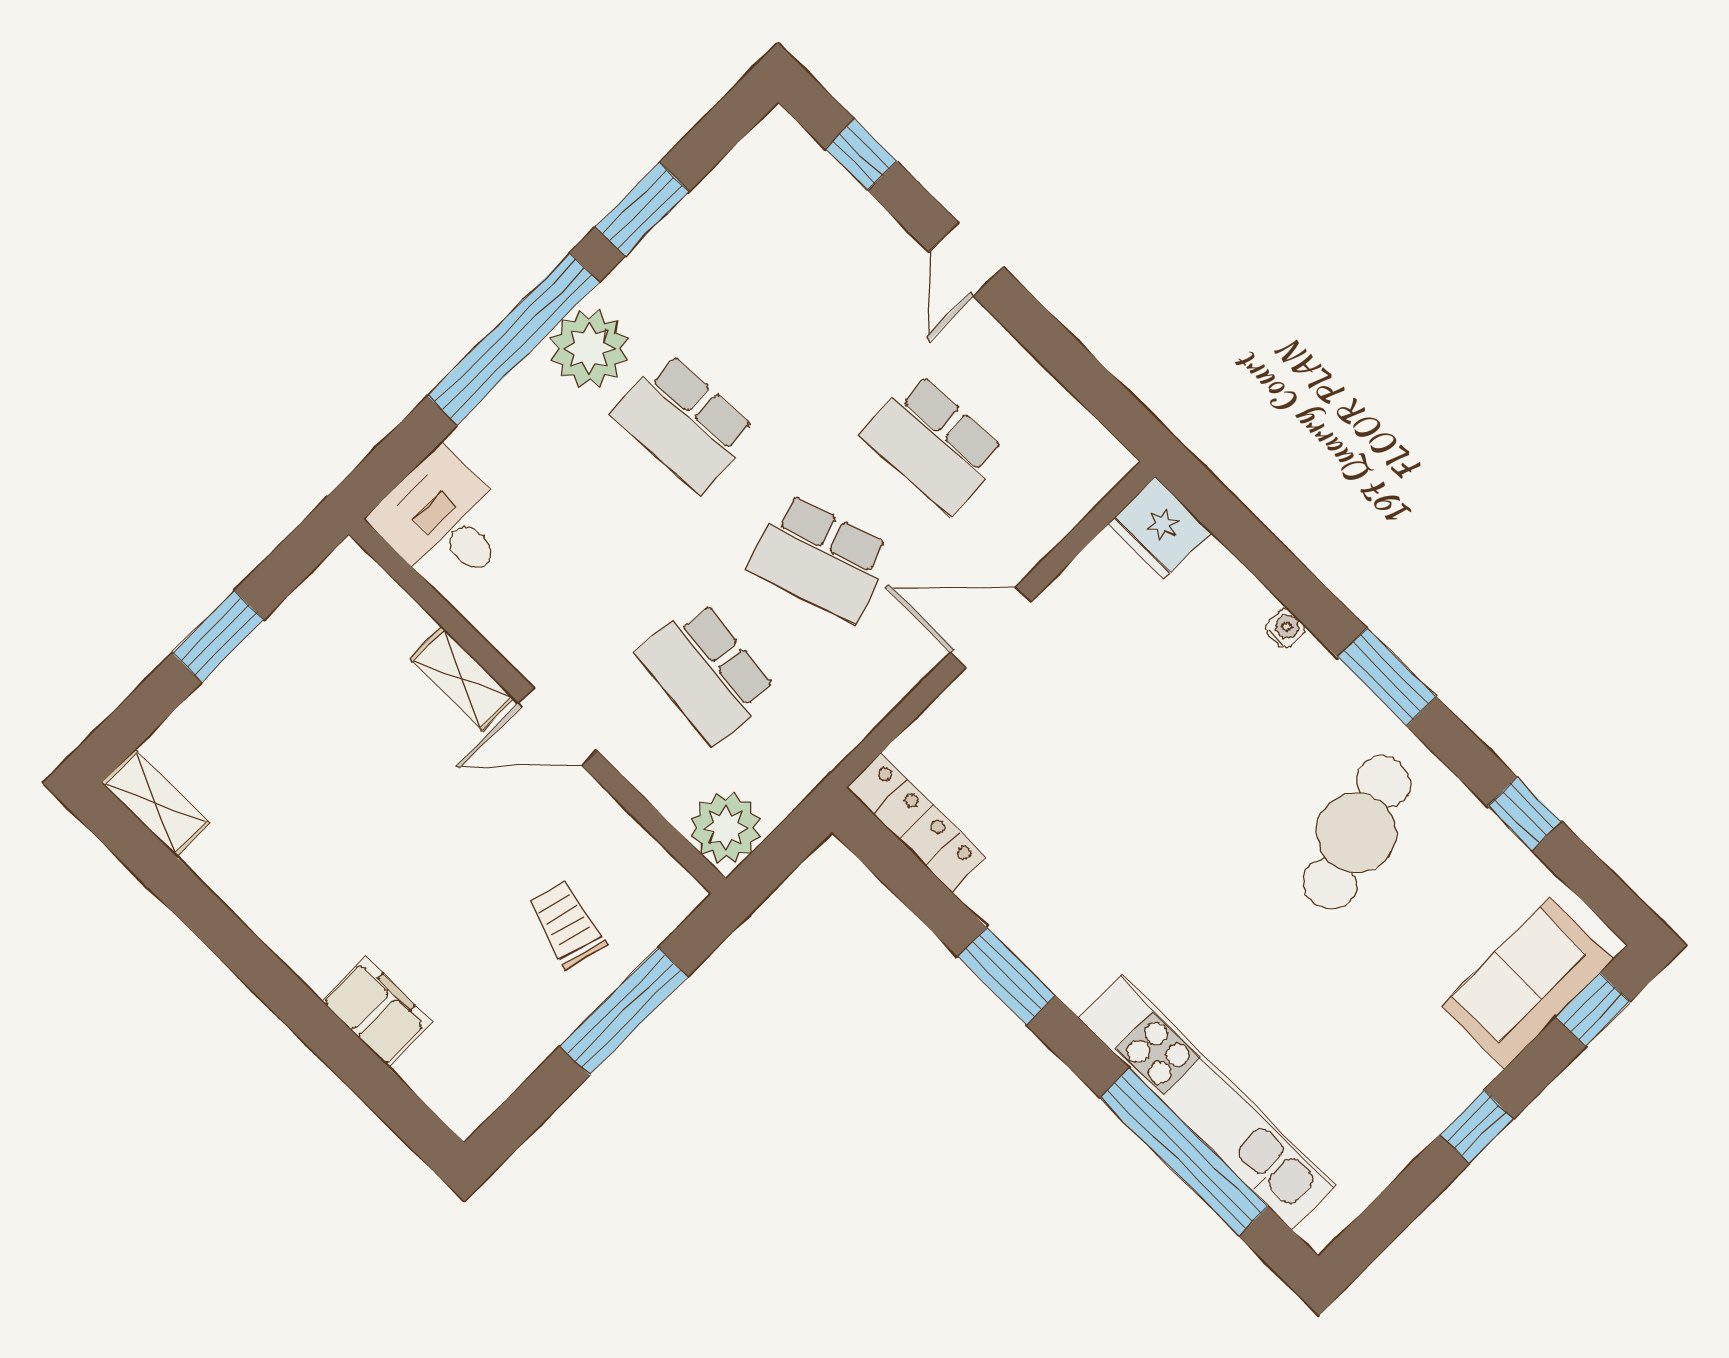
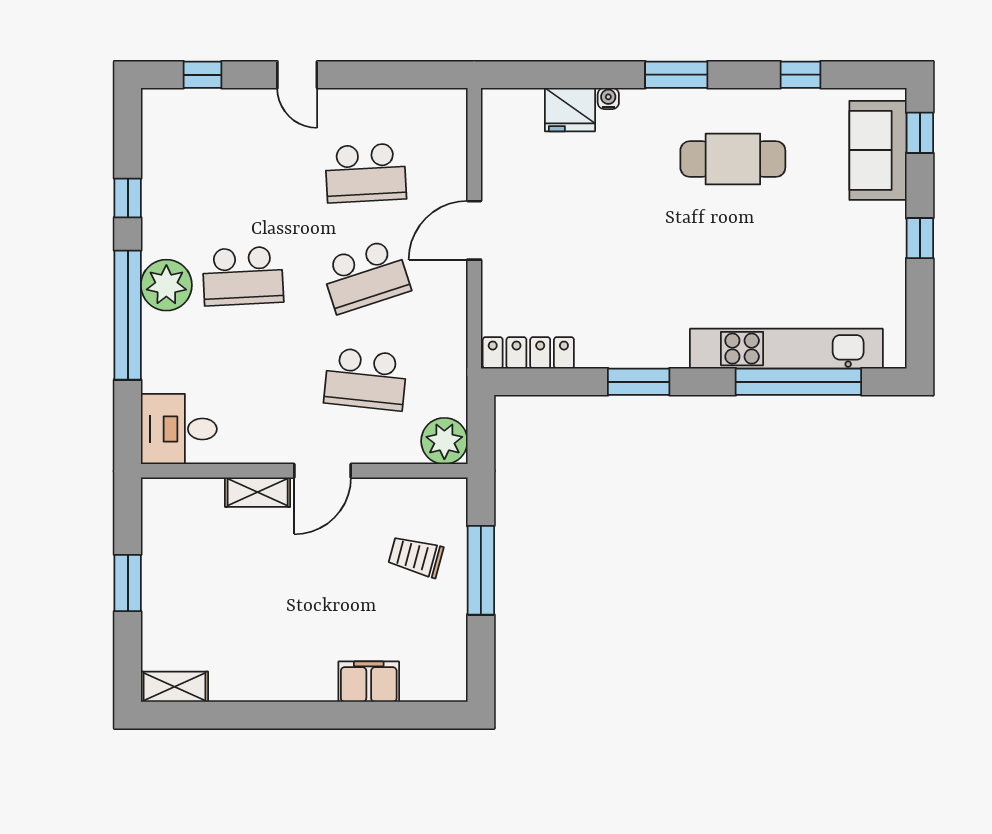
window: (642, 209) -> (128, 198), width x0.67
fridge: (1159, 528) -> (570, 110), moved
cafe table: (1357, 833) -> (733, 159), turned -73

